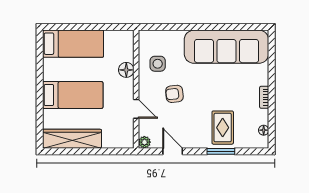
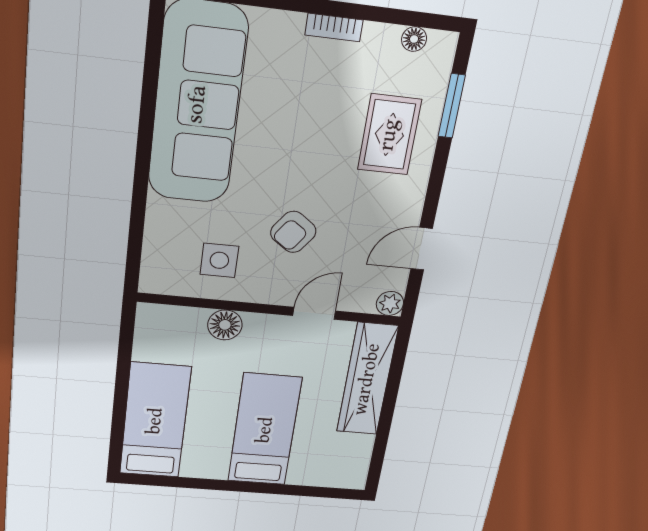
armchair: (174, 94) -> (293, 232), turned 42
rug: (223, 128) -> (389, 135), turned 90
wardrobe: (72, 139) -> (367, 379), moved
window: (221, 151) -> (452, 106), moved

